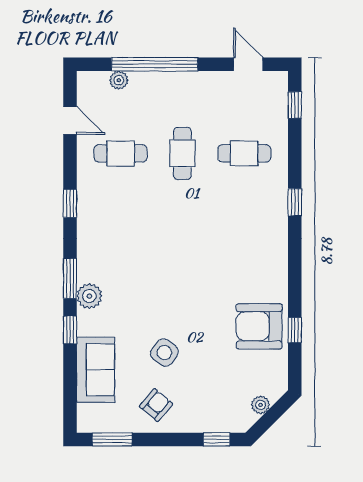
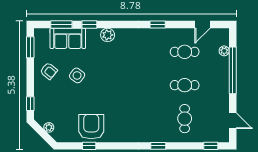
door: (248, 64) -> (233, 121), hinge flipped
cafe table: (121, 153) -> (185, 52), turned 90
window: (70, 279) -> (61, 25), moved

